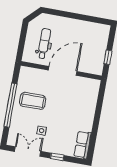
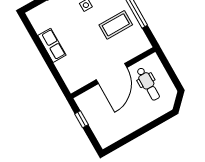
row of seats: (83, 145) -> (52, 45), moved

